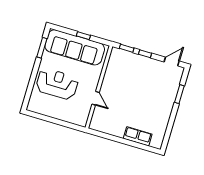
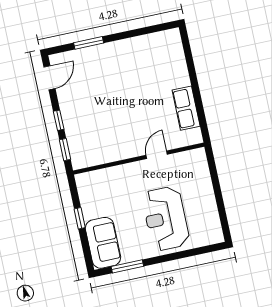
sofa: (75, 47) -> (103, 243), width x0.54, depth x0.79
door: (172, 61) -> (50, 78), swing flipped
row of seats: (138, 136) -> (186, 108), moved

